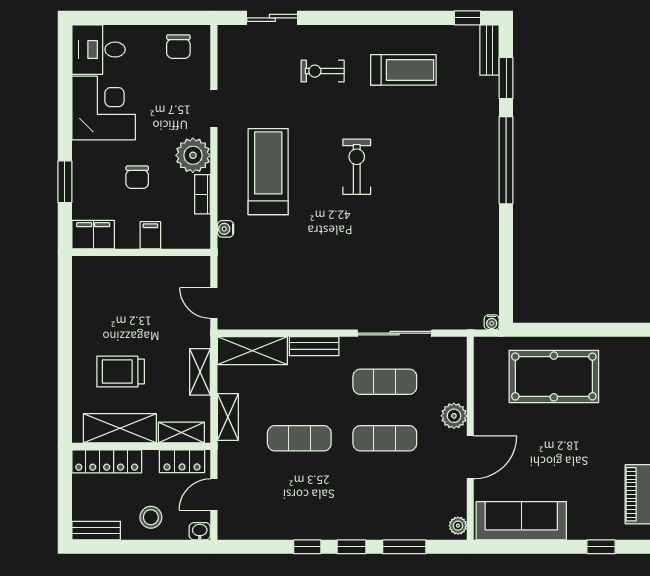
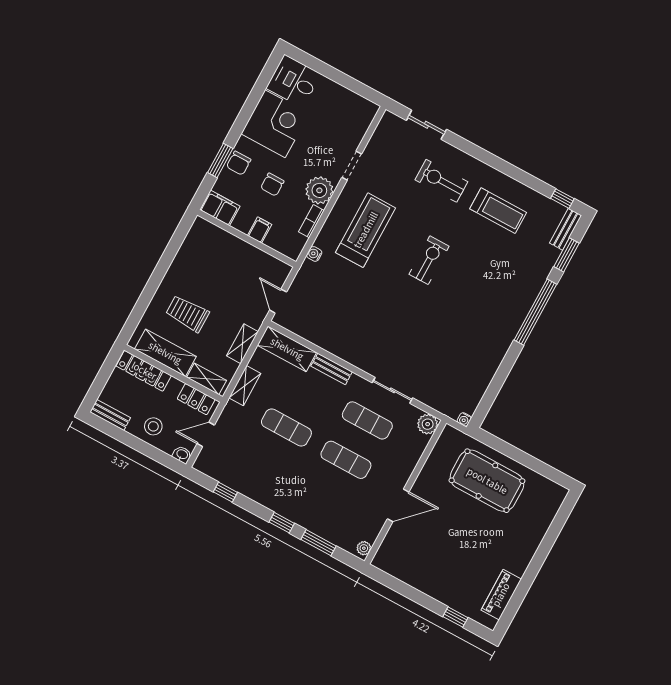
chair: (178, 47) -> (239, 163), moved
exercise bike: (323, 71) -> (441, 181), width x1.38, depth x1.39
sliding door: (395, 333) -> (392, 390), width x0.73
plant: (454, 416) -> (428, 424), moved
sofa: (521, 521) -> (410, 569), removed
window: (307, 547) -> (225, 492), moved

